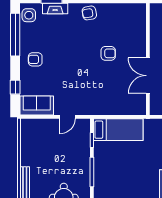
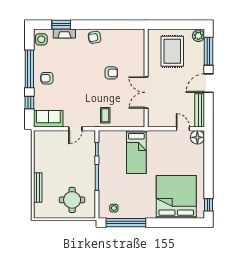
window: (15, 35) -> (29, 69), moved
coffee table: (101, 101) -> (105, 115), added
bed: (118, 130) -> (136, 152), moved, turned 90

